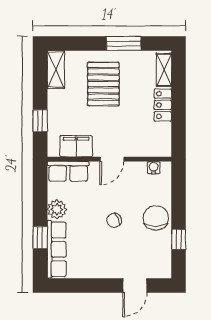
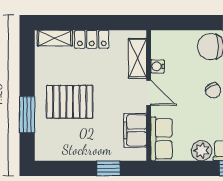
window: (124, 44) -> (27, 115), moved
shelving: (56, 70) -> (138, 58), moved, turned 90
water cooler: (154, 168) -> (158, 66), moved

